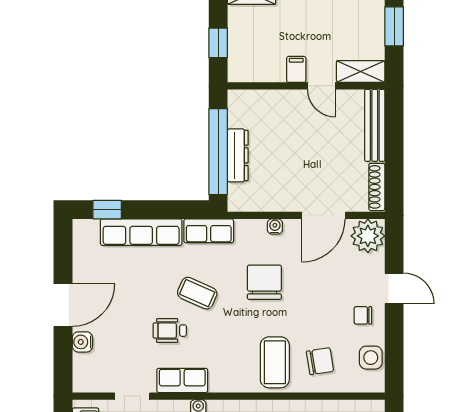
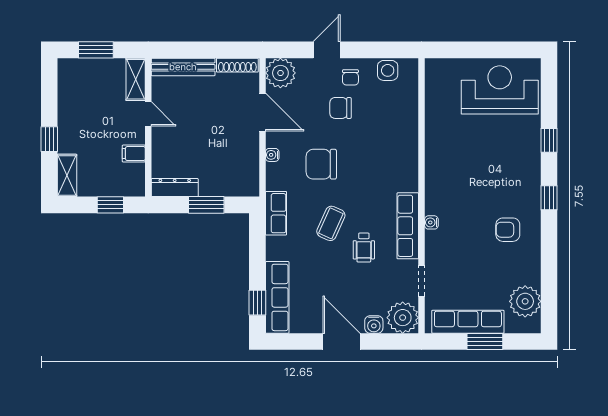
filing cabinet: (296, 69) -> (134, 154), moved
door: (321, 86) -> (148, 114), hinge flipped
window: (218, 152) -> (206, 205), width x0.47
dresser: (238, 155) -> (175, 188), moved
row of seats: (141, 232) -> (277, 297), moved
chair: (320, 361) -> (341, 108), moved, turned -81
coffee table: (275, 362) -> (392, 155), removed
plant: (90, 375) -> (403, 318), added
row of seats: (182, 380) -> (408, 226), width x1.48

